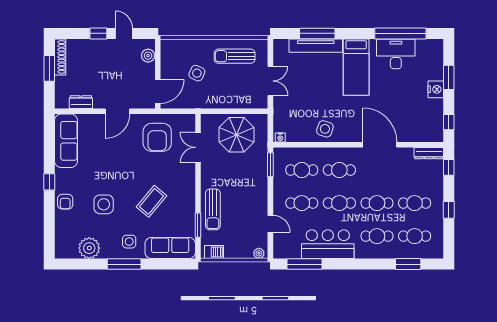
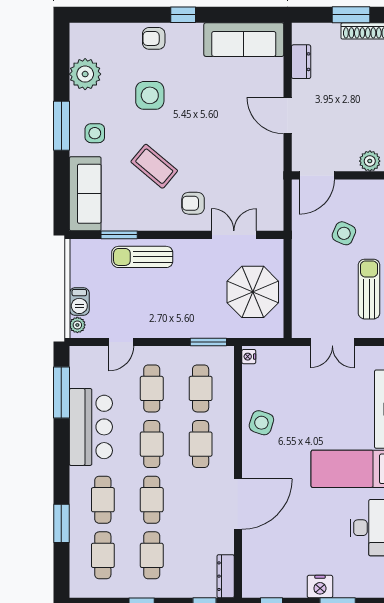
door: (158, 91) -> (317, 175), hinge flipped
armchair: (157, 137) -> (193, 203), moved, width x0.53, depth x0.53
barbecue: (214, 252) -> (79, 302), moved
window: (408, 264) -> (61, 523), moved

